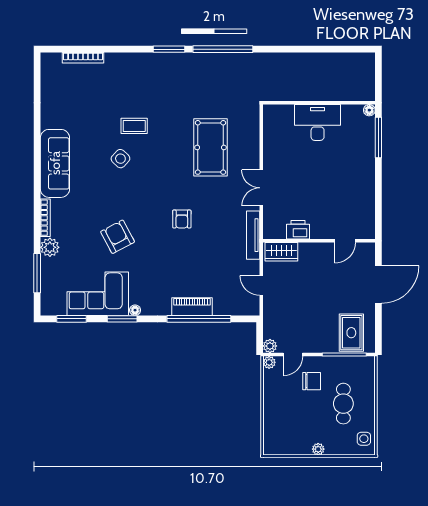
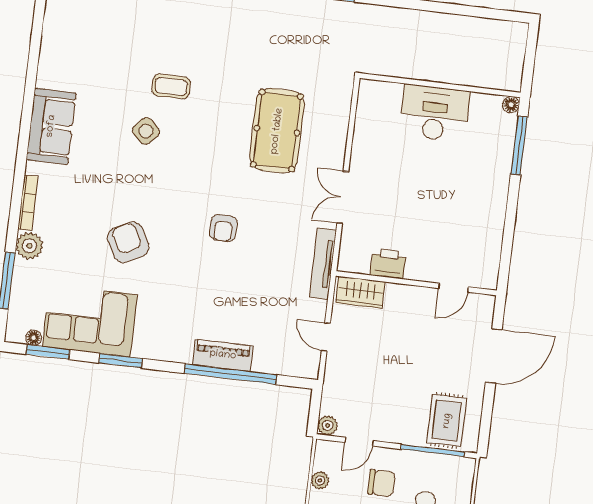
sofa: (55, 163) -> (51, 126), width x0.73
floor lamp: (135, 310) -> (34, 338), moved
plant: (269, 362) -> (320, 481), moved

